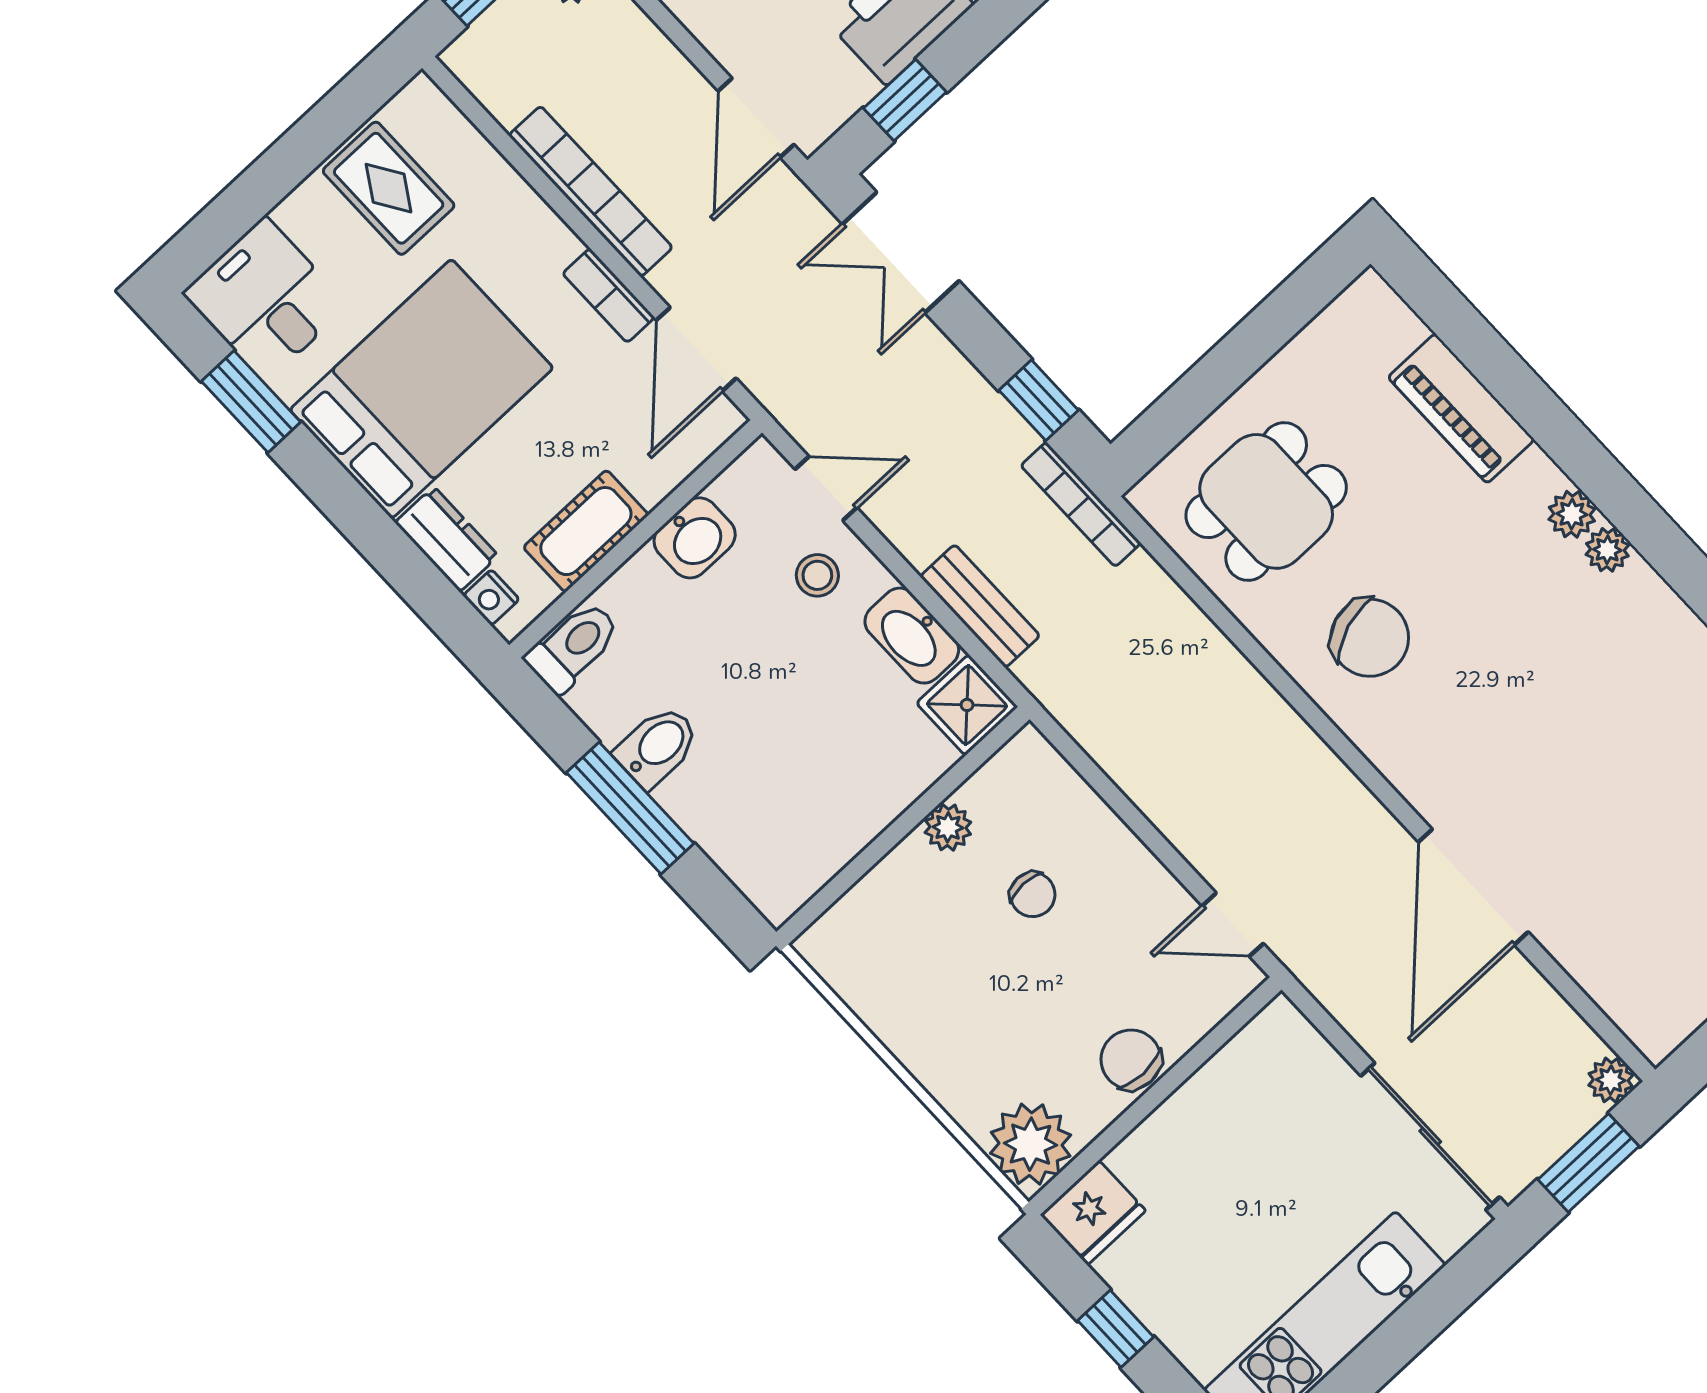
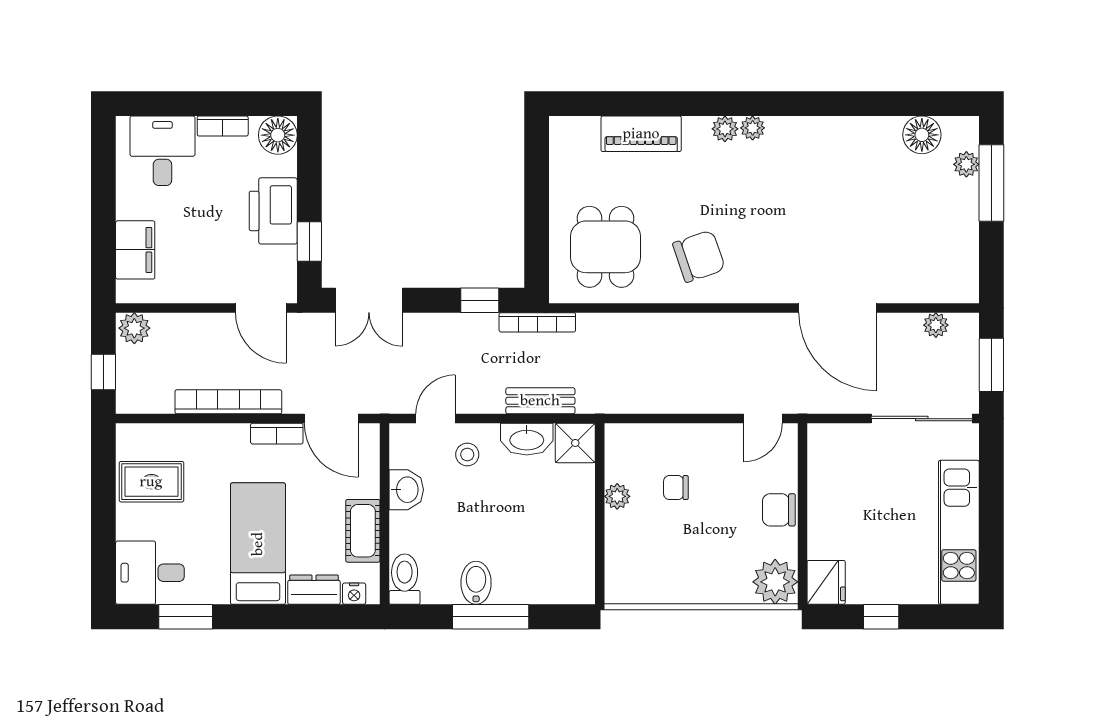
bed: (421, 389) -> (258, 544), width x0.67
chair: (1033, 895) -> (676, 488), turned 180
plant: (1611, 1080) -> (936, 325), moved

